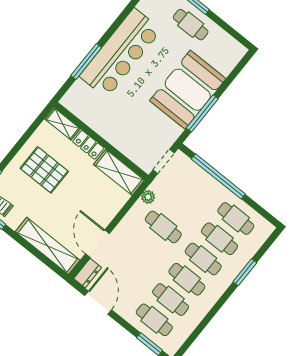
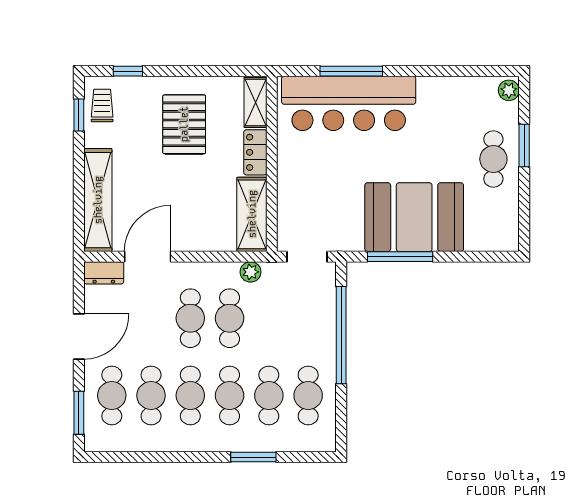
bar counter: (120, 53) -> (349, 103), moved
cafe table: (147, 247) -> (190, 318), added
door: (98, 303) -> (79, 336), moved

